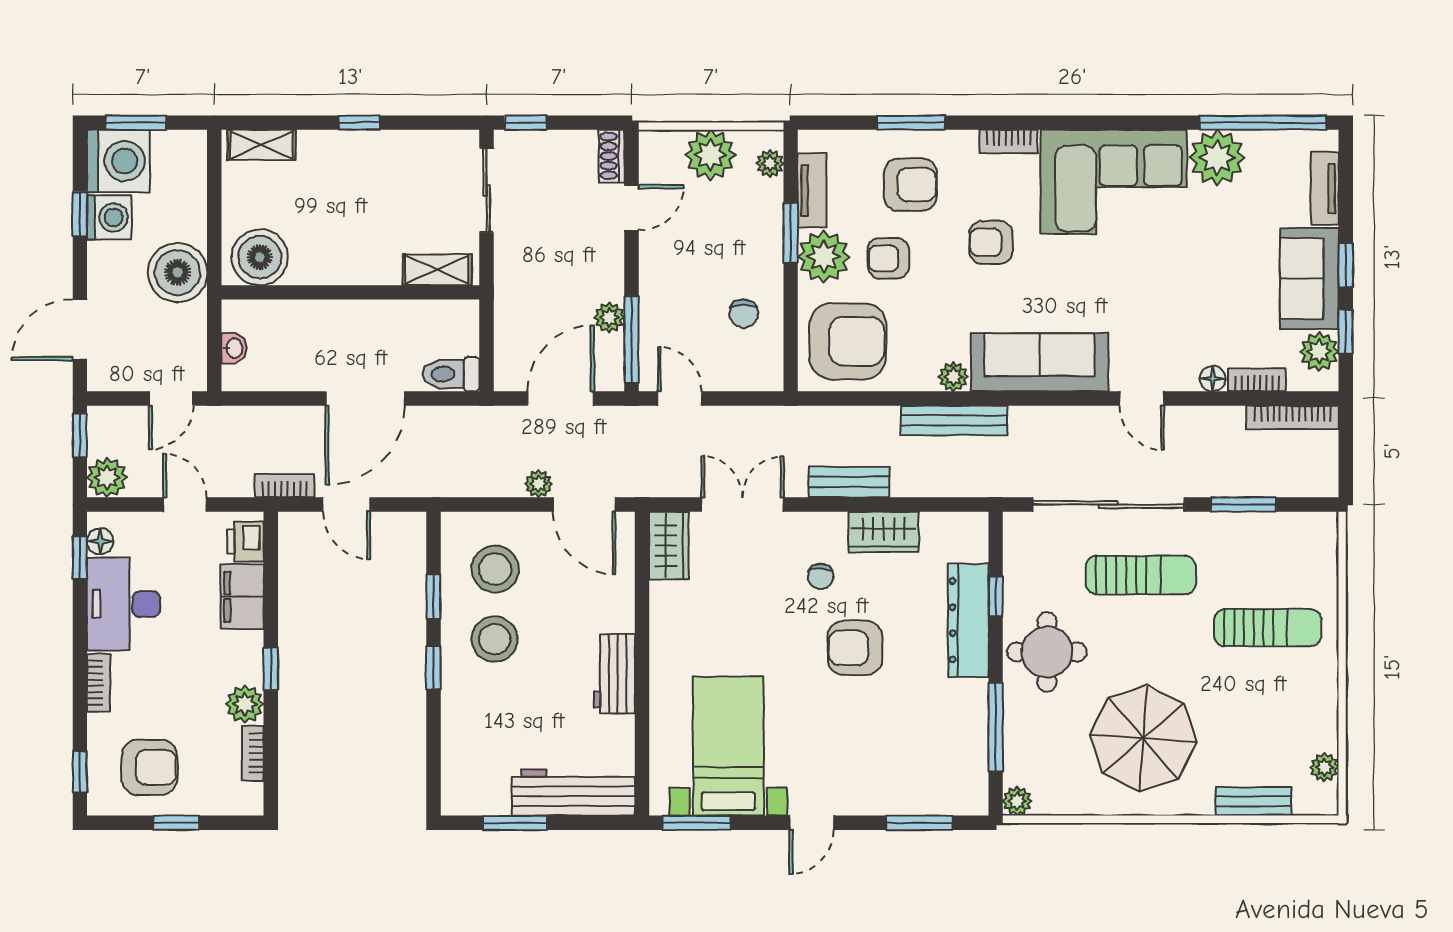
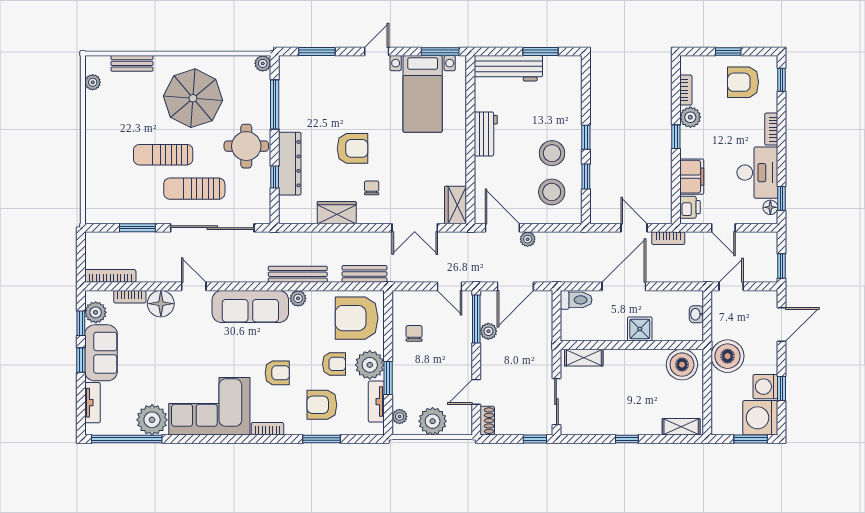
shower: (336, 322) -> (640, 329), added
floor lamp: (1213, 379) -> (161, 304), width x1.89, depth x1.89
plant: (107, 477) -> (767, 243), removed
bench: (849, 482) -> (364, 274), moved
sun lounger: (1268, 628) -> (163, 155), moved

